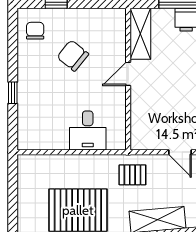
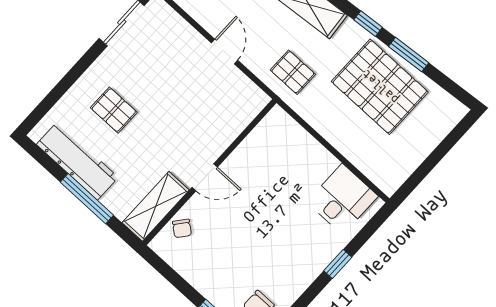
chair: (73, 56) -> (182, 228), moved, width x0.54, depth x0.54
desk: (88, 130) -> (342, 199), moved

